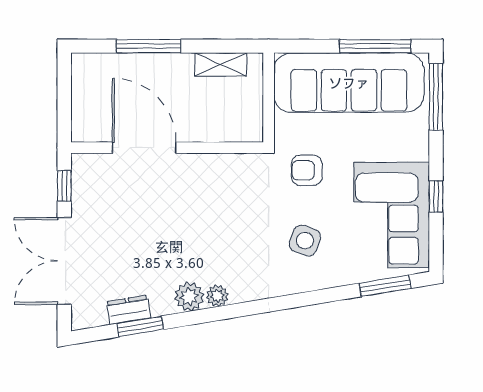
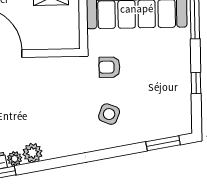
corner sofa: (392, 215) -> (167, 96), removed
plant: (217, 296) -> (15, 159), moved

